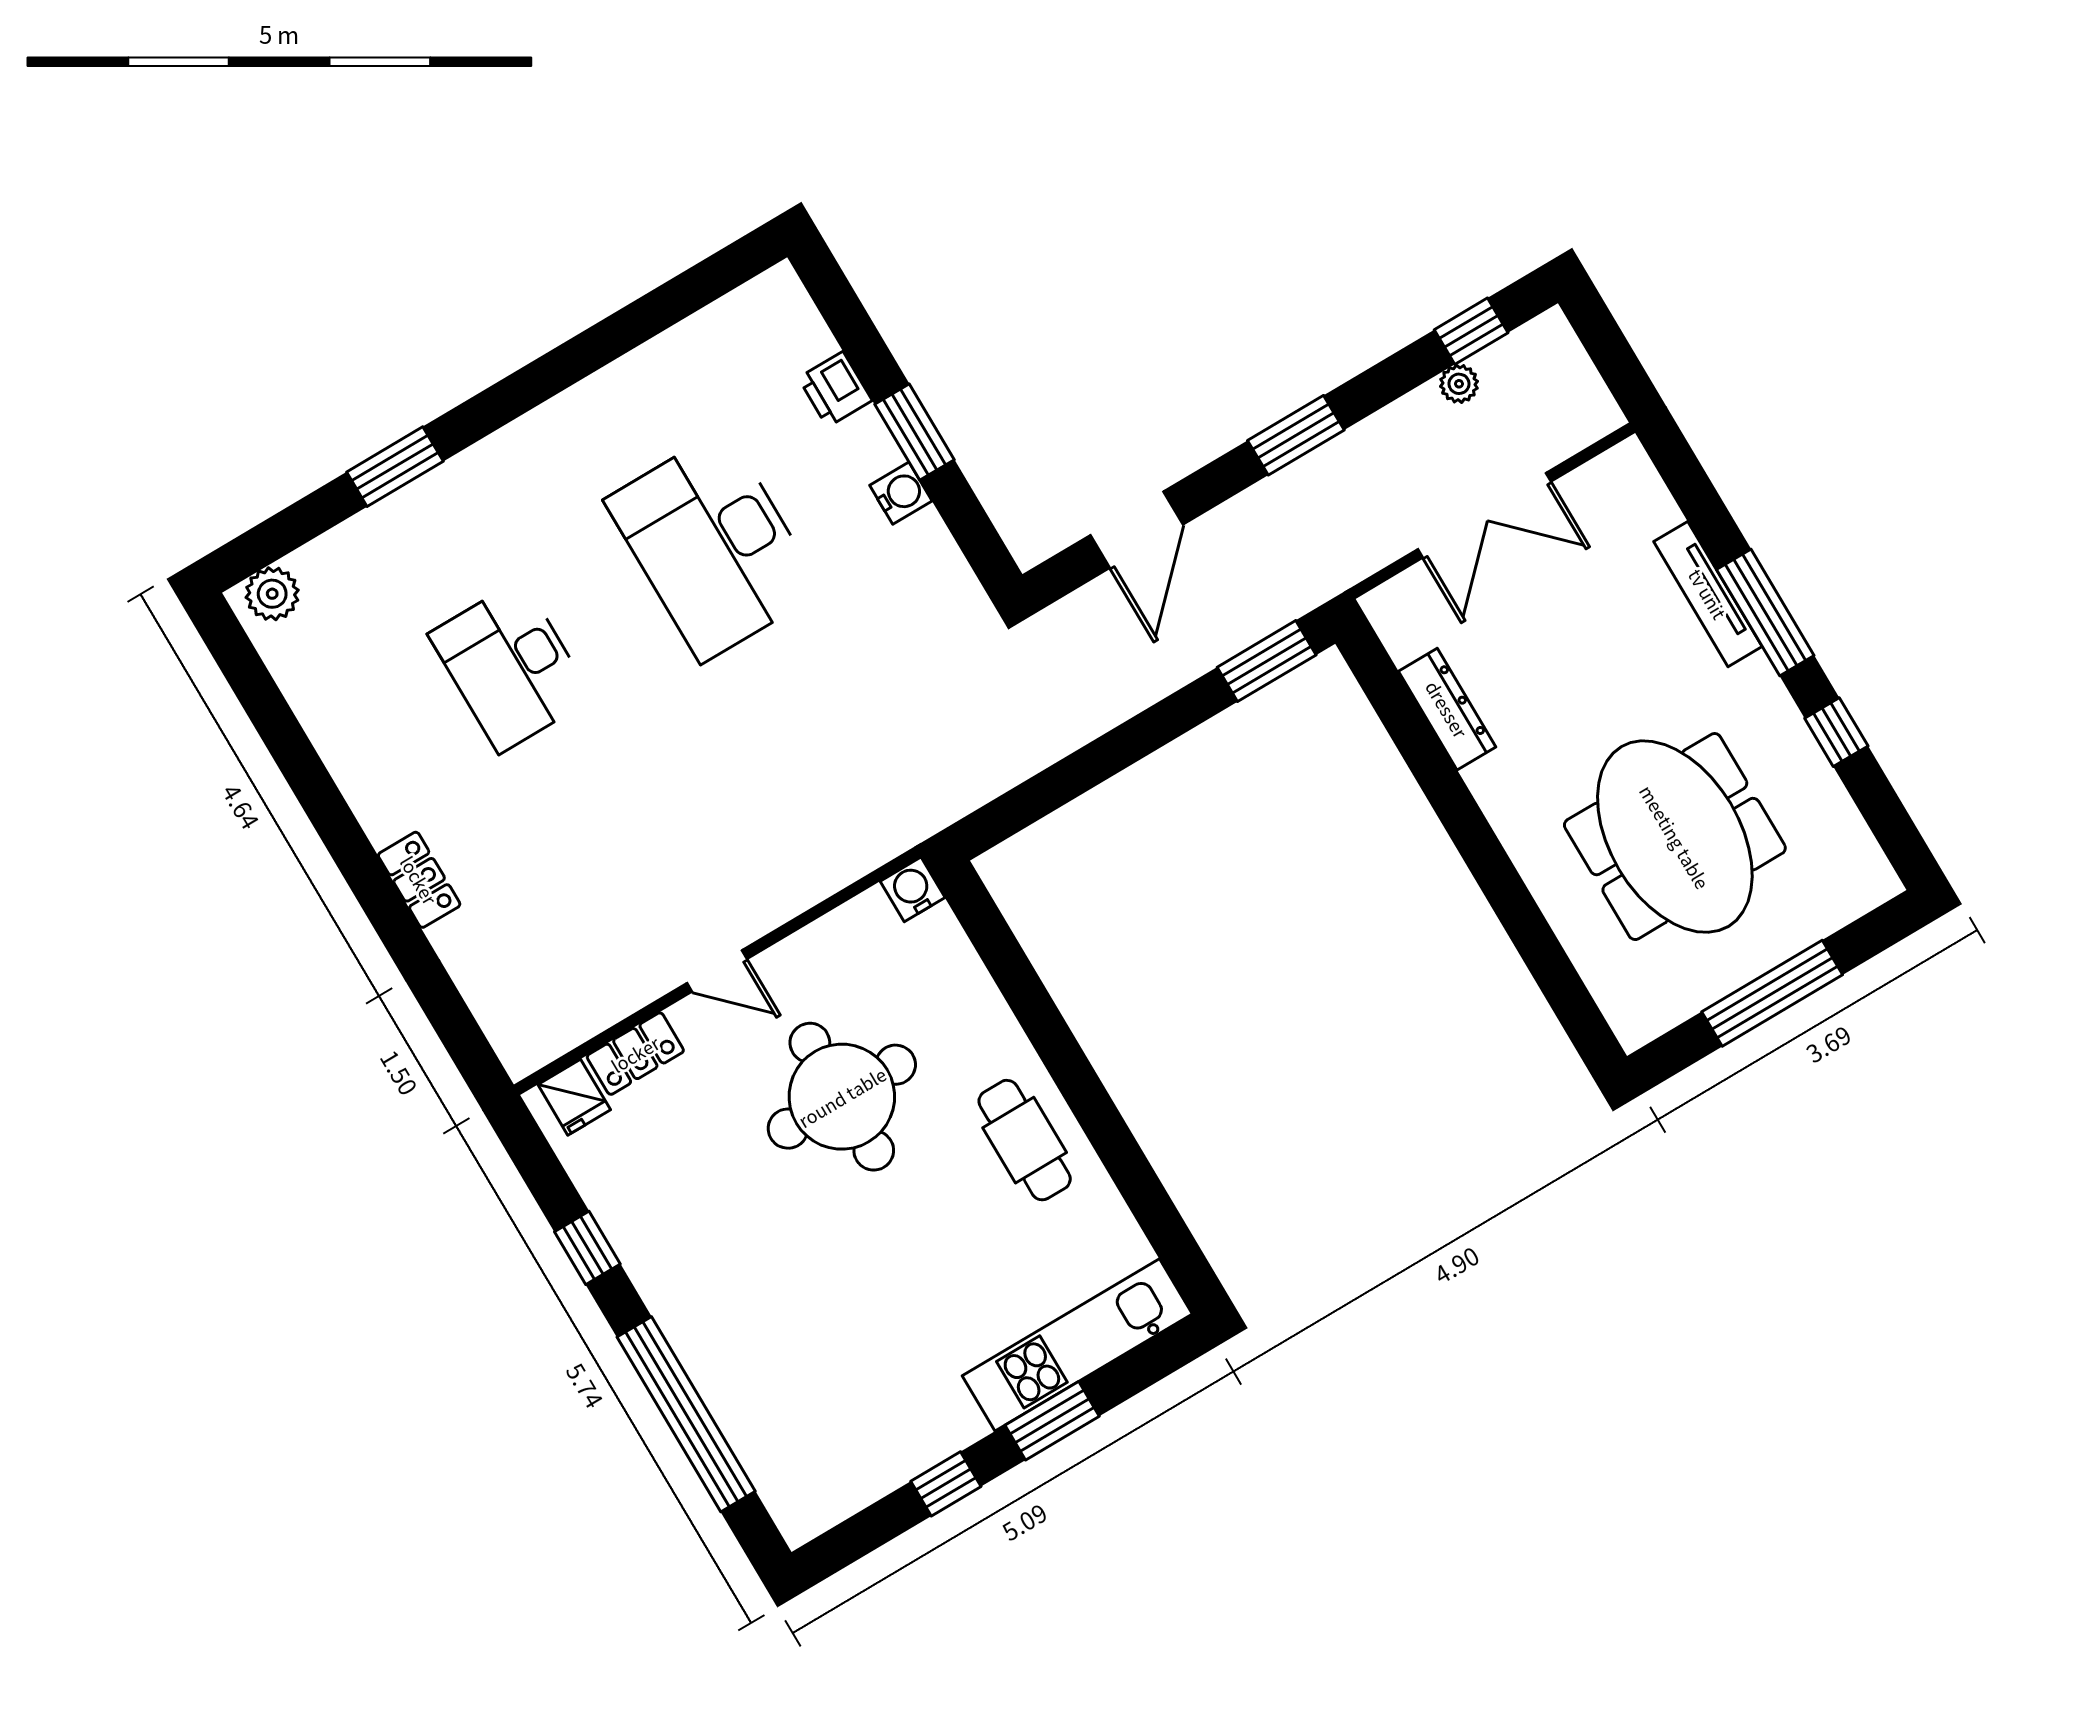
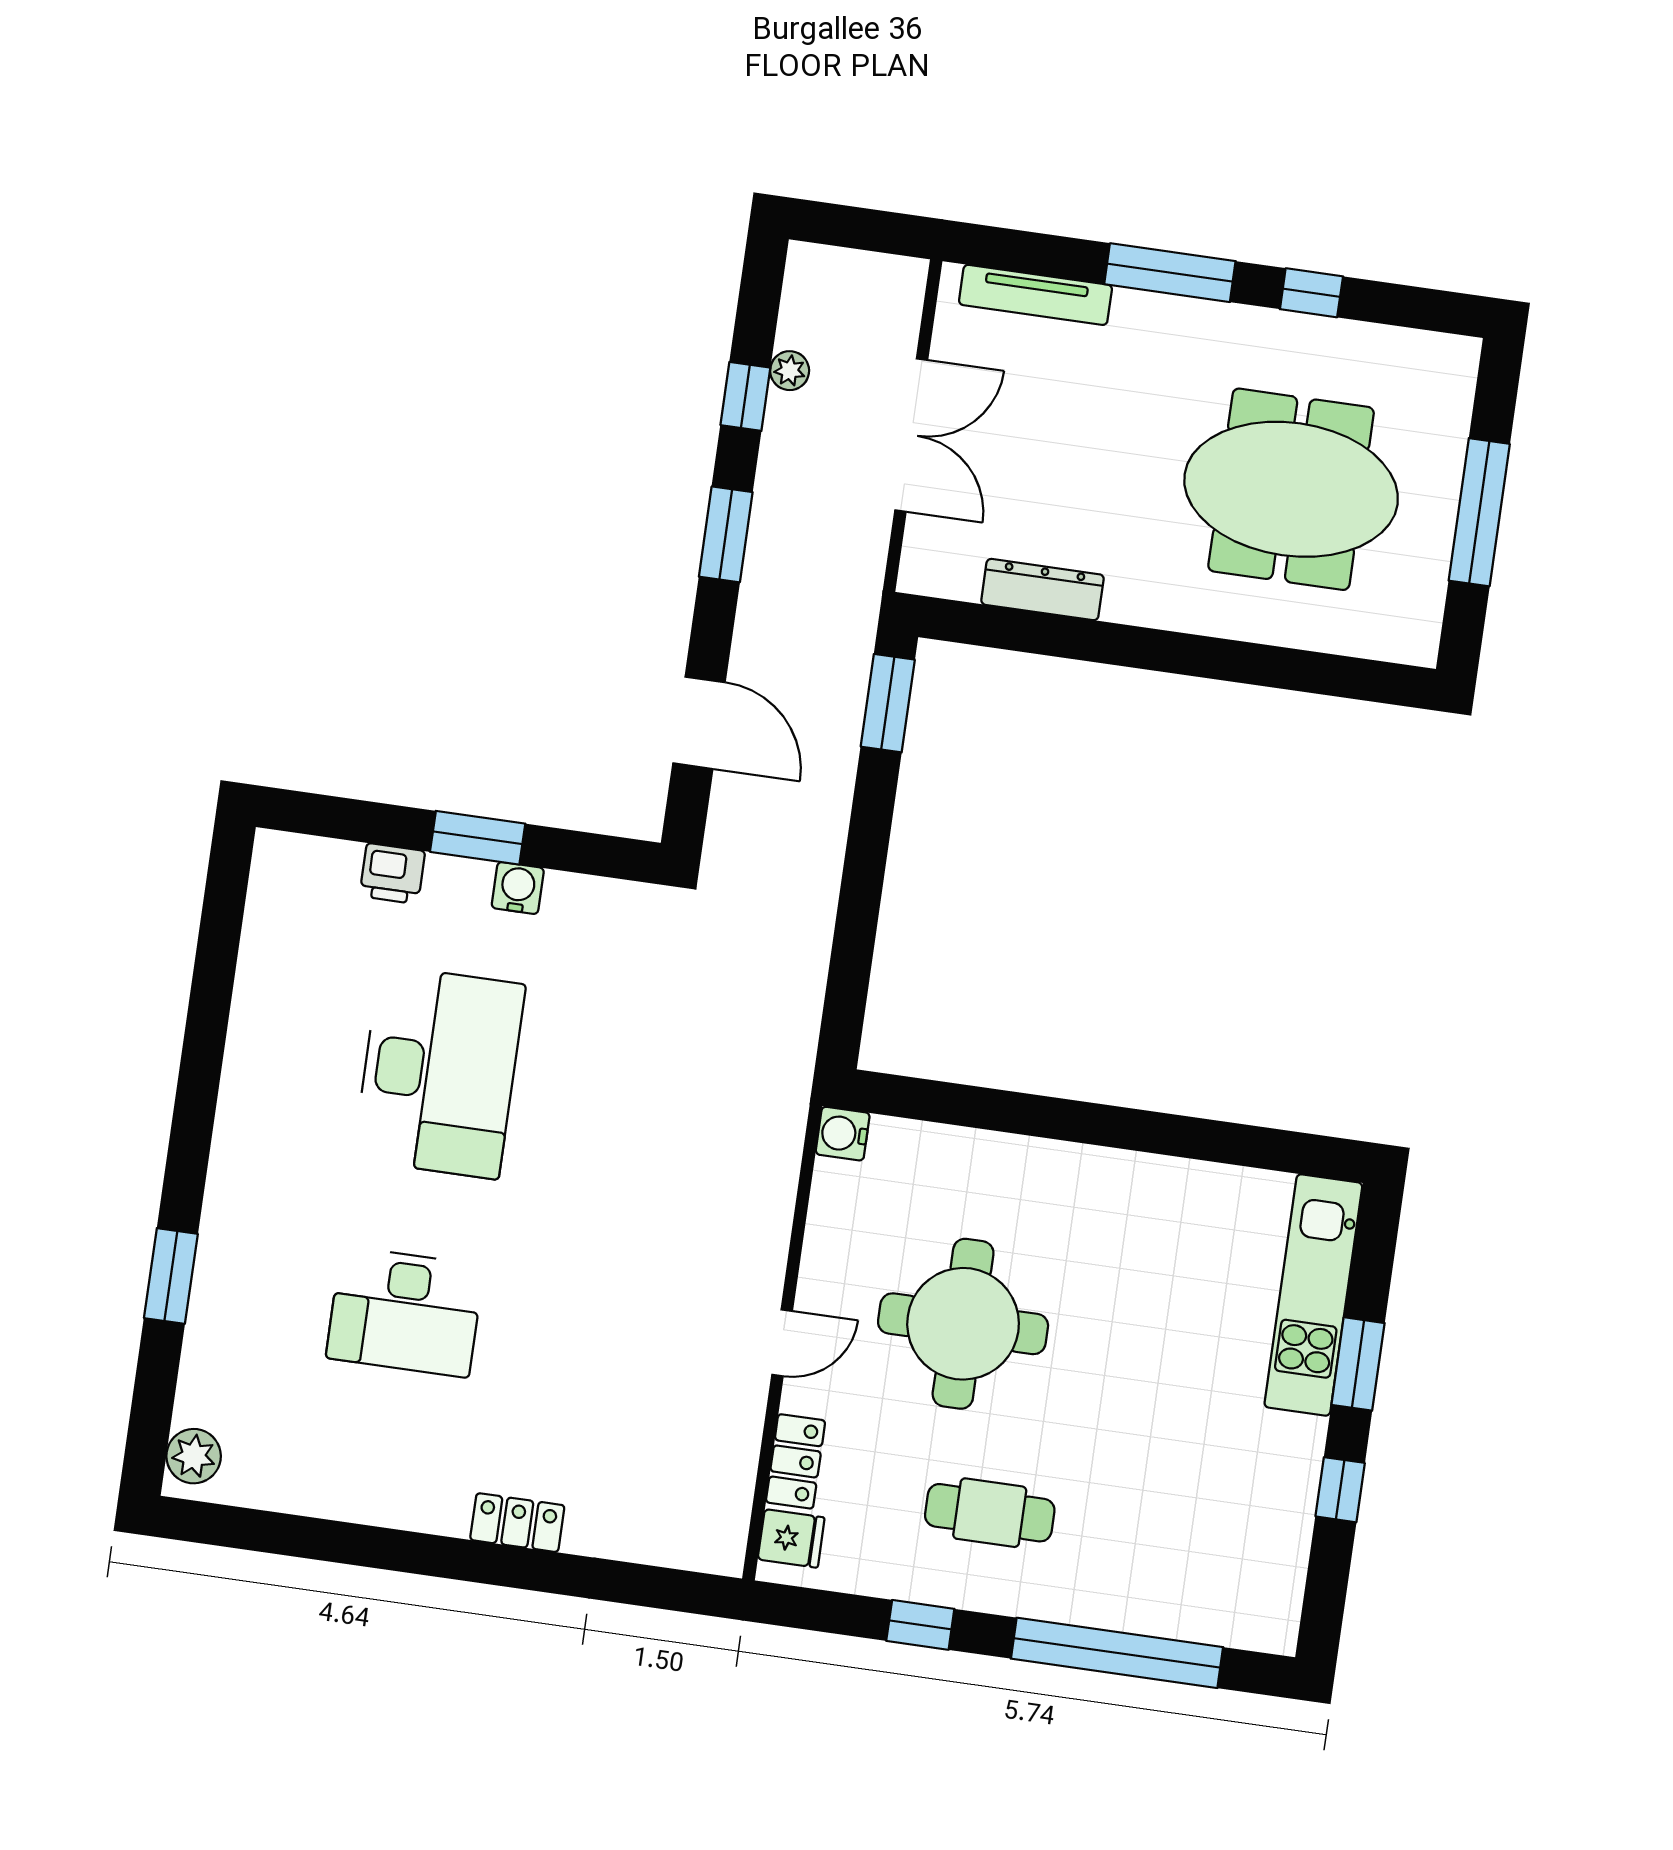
window: (1471, 331) -> (745, 396), moved
desk: (713, 546) -> (439, 1072), turned -90
tv unit: (1708, 594) -> (1035, 295), moved
cafe table: (1025, 1140) -> (990, 1513), moved

